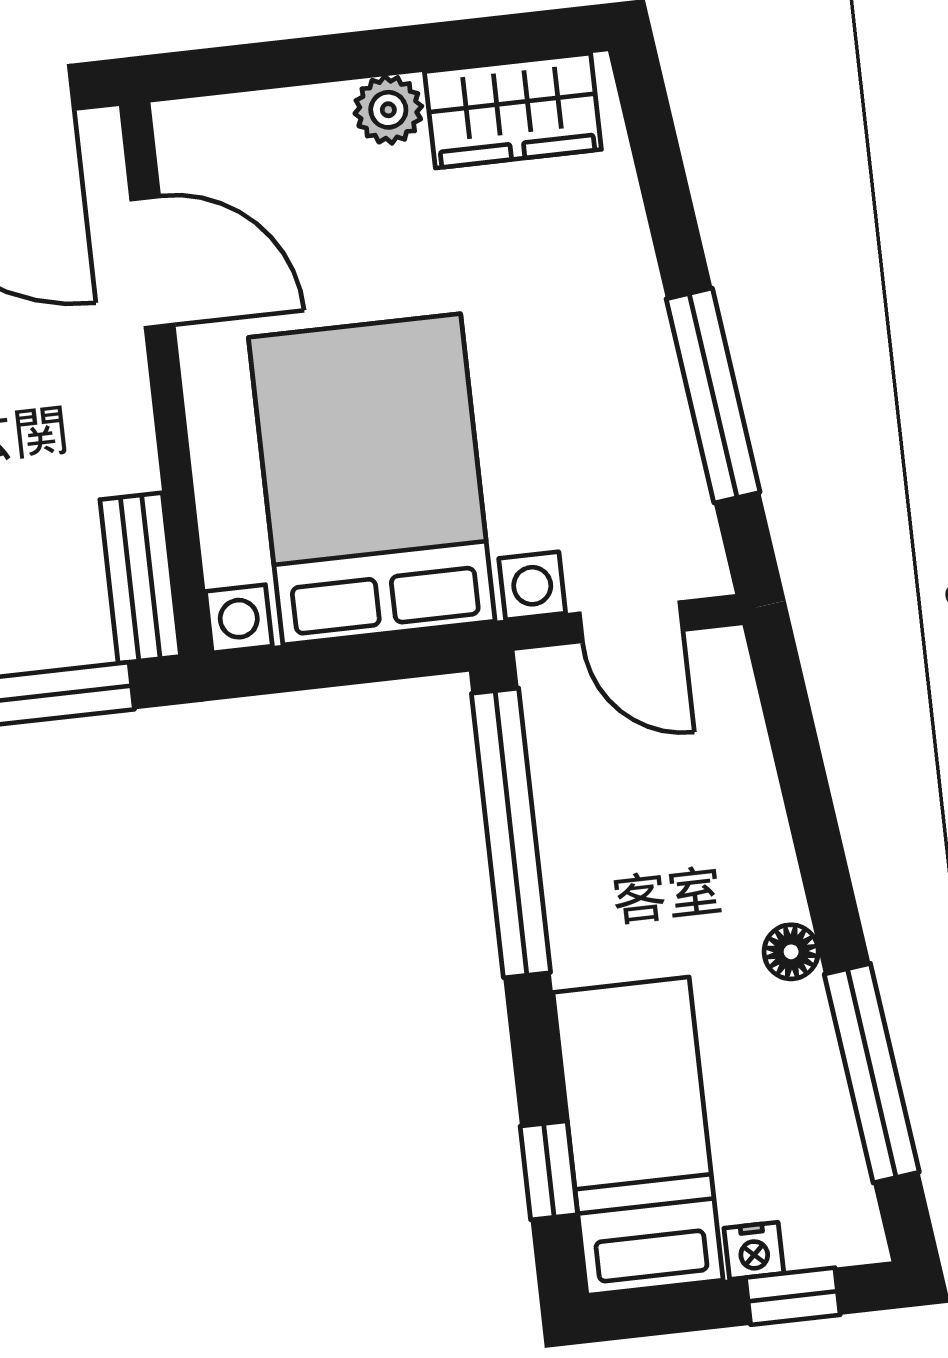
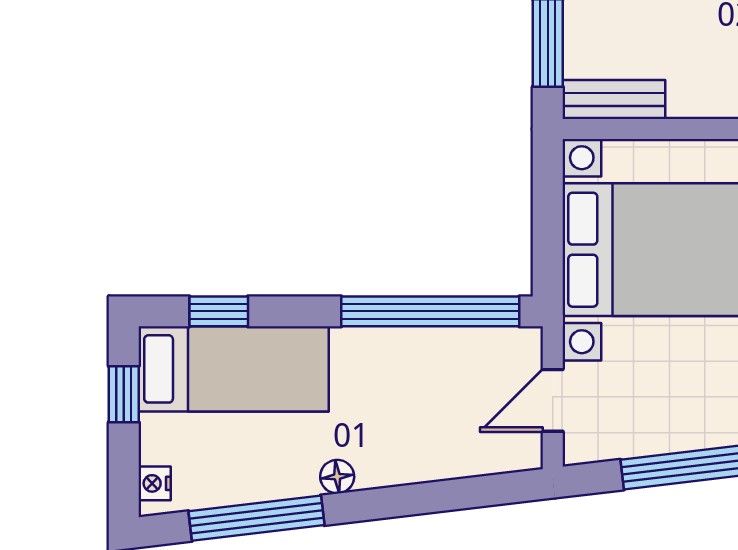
nightstand: (754, 1251) -> (155, 483), moved
window: (793, 1296) -> (124, 394), moved

